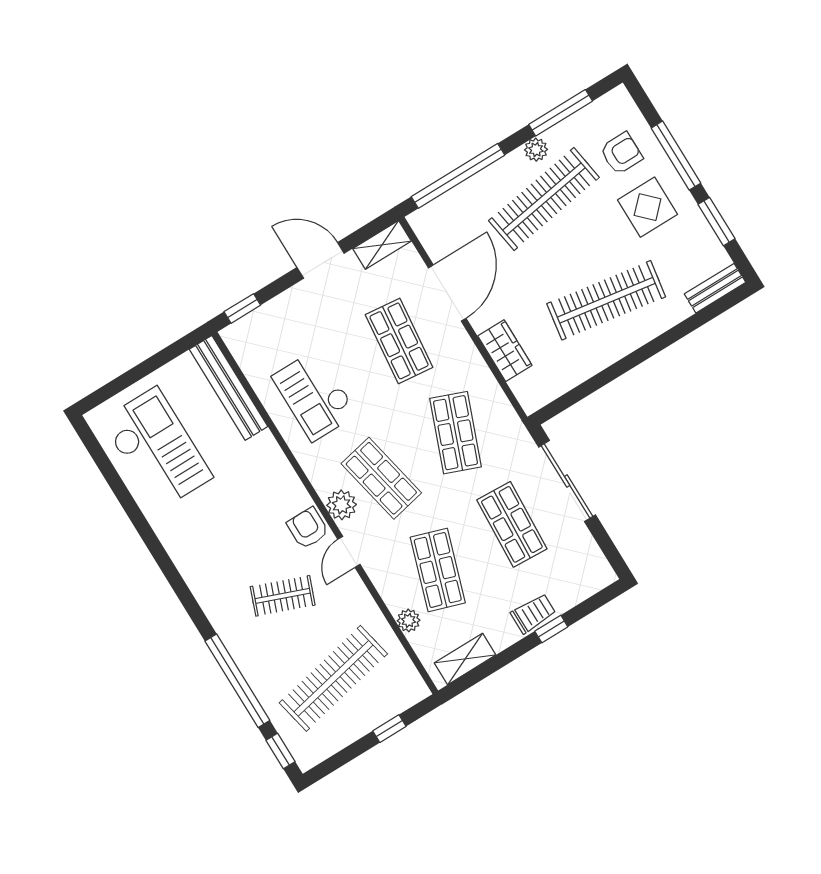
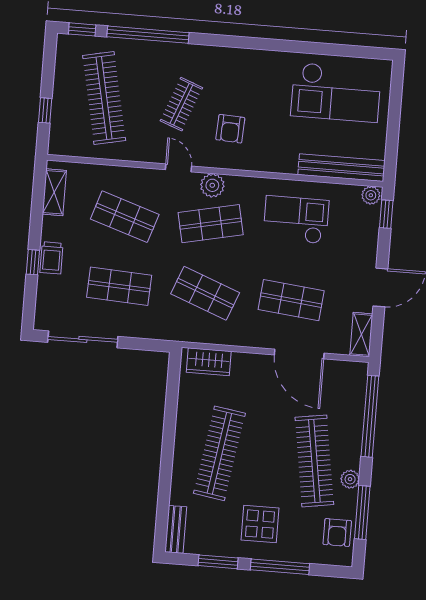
armchair: (621, 153) -> (337, 532), moved
wardrobe: (505, 351) -> (209, 362), moved
sliding door: (567, 481) -> (83, 339), moved
armchair: (308, 528) -> (230, 129), moved, turned 93
plant: (409, 620) -> (371, 195), moved

